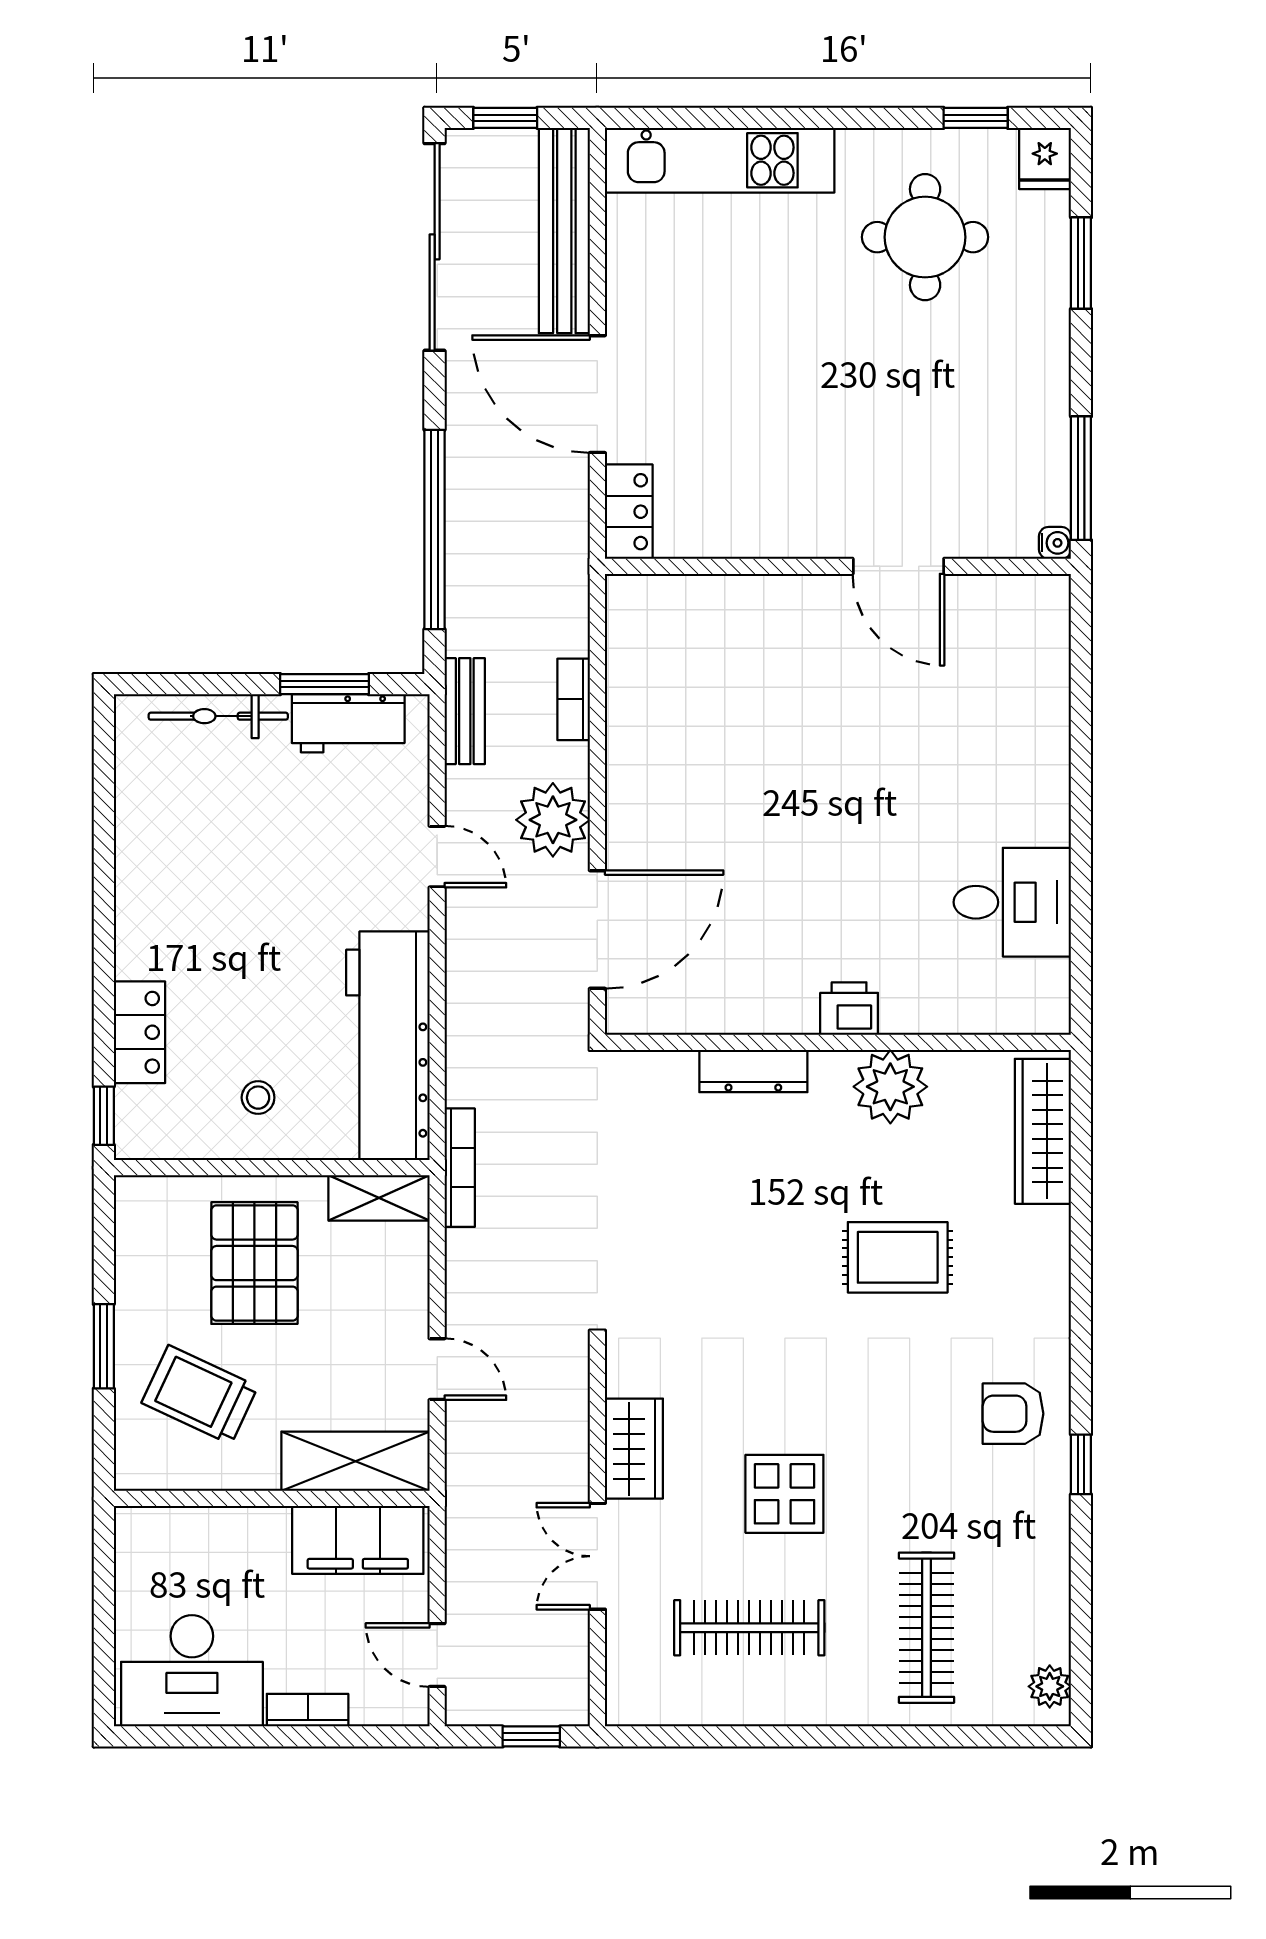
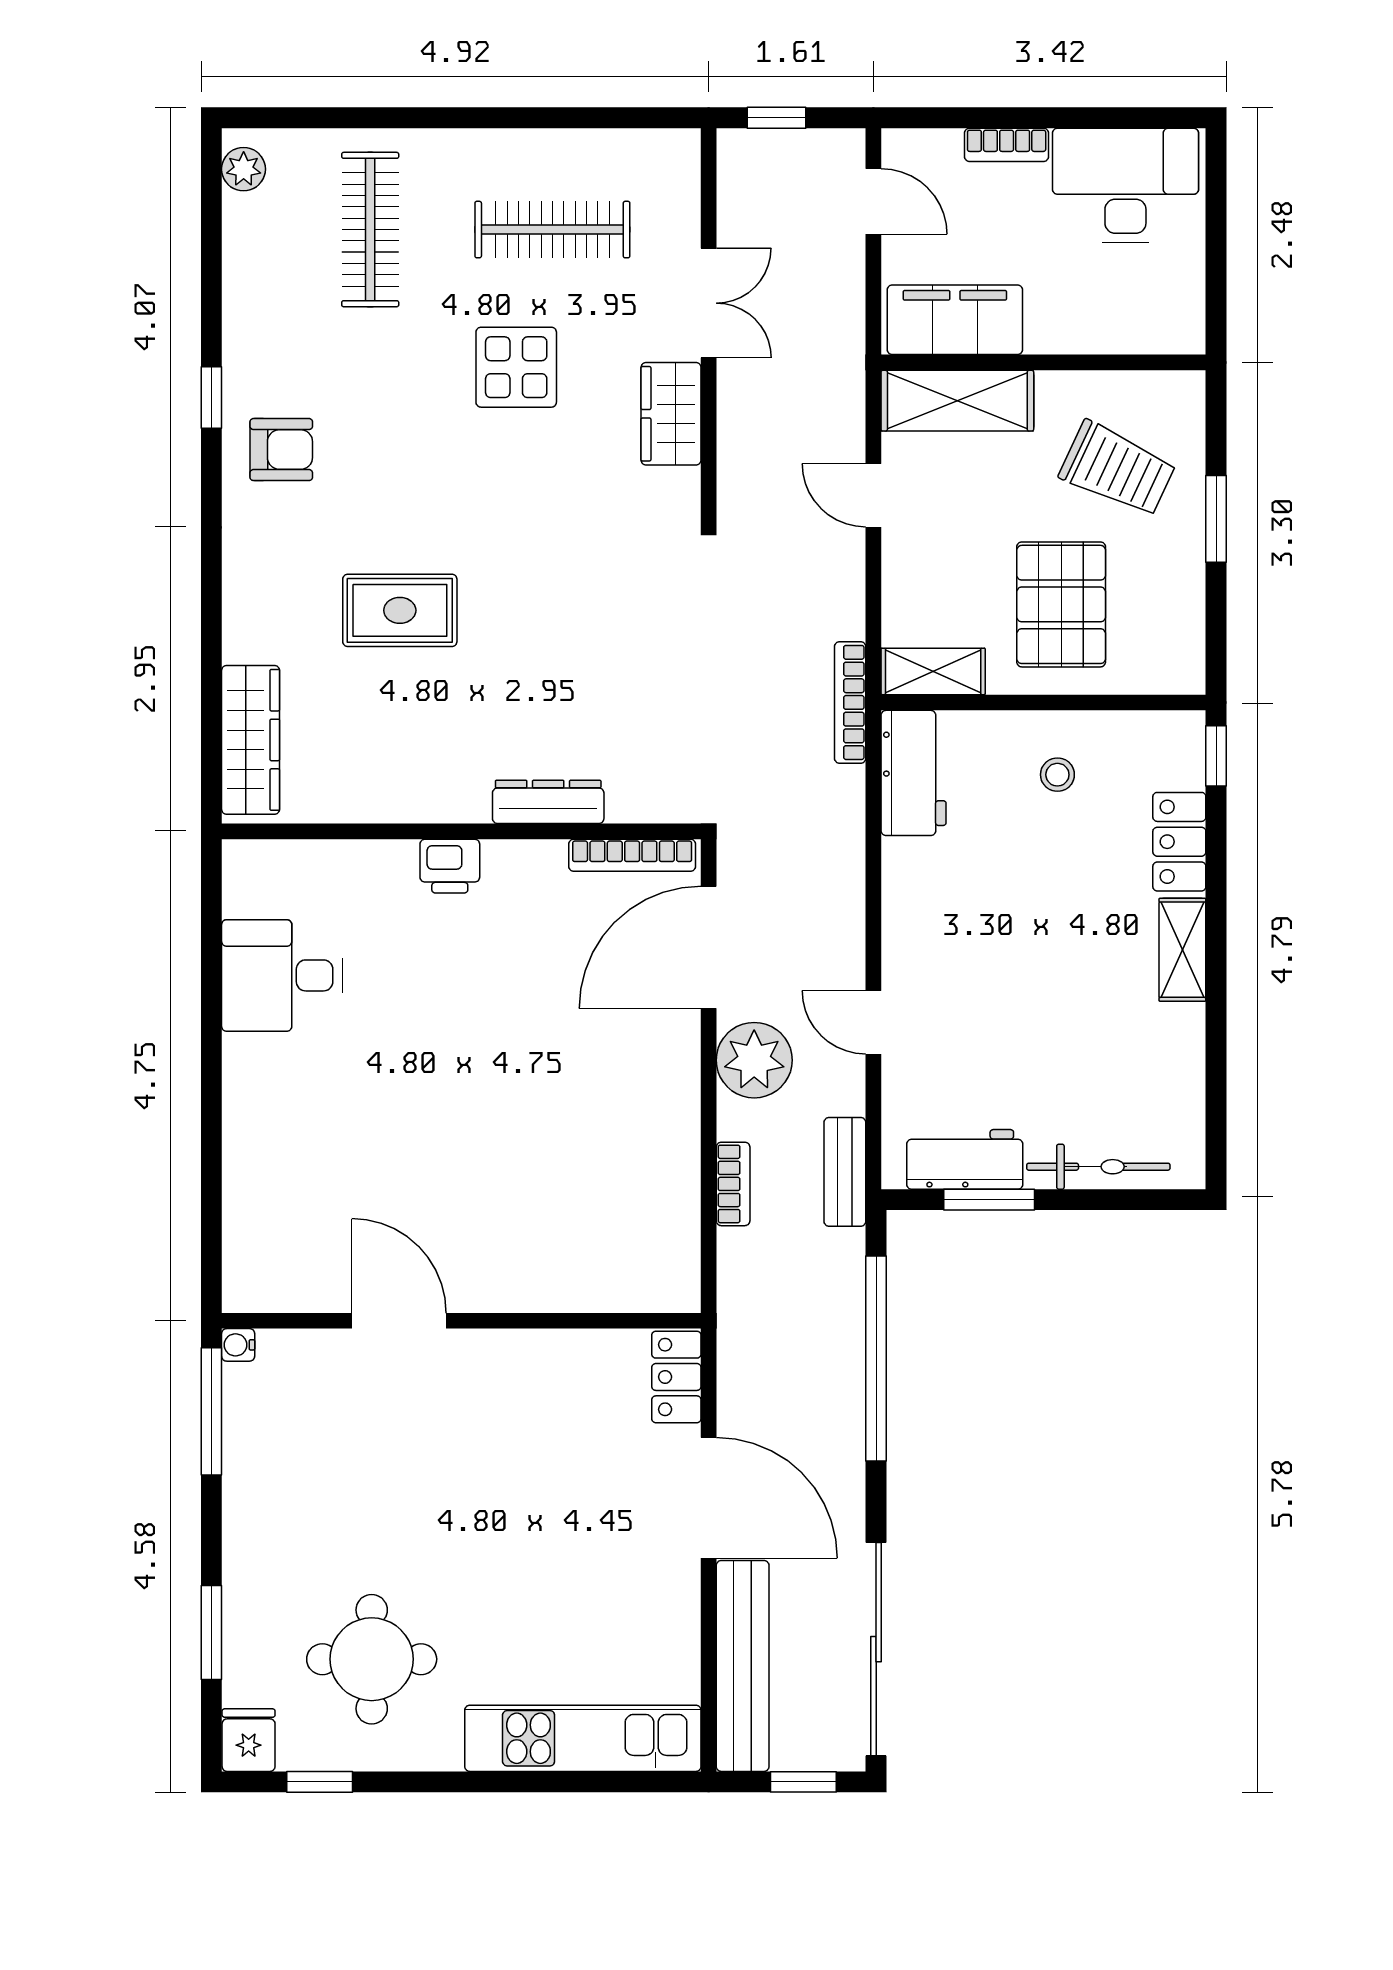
shelving: (136, 927) -> (1182, 950), added
bookcase: (672, 1019) -> (632, 855), added
workbench: (388, 1046) -> (914, 773), width x0.53, depth x0.76
plant: (890, 1087) -> (407, 786), removed

